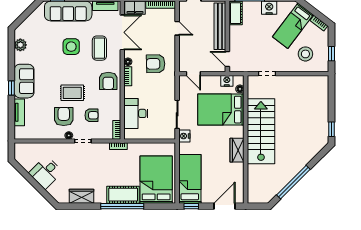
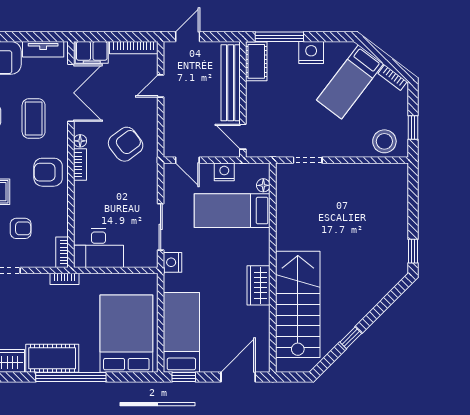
door: (177, 28) -> (161, 86), swing flipped
stool: (305, 54) -> (384, 141), moved
armchair: (156, 64) -> (126, 144), turned 144
armchair: (108, 81) -> (48, 172), turned 90
nightstand: (227, 81) -> (224, 172), moved
bed: (221, 110) -> (232, 211), width x0.67
desk: (136, 113) -> (99, 248), moved, turned -90
stairs: (261, 131) -> (298, 304), moved
window: (293, 182) -> (351, 338), width x0.32
cot: (123, 195) -> (52, 358), moved

